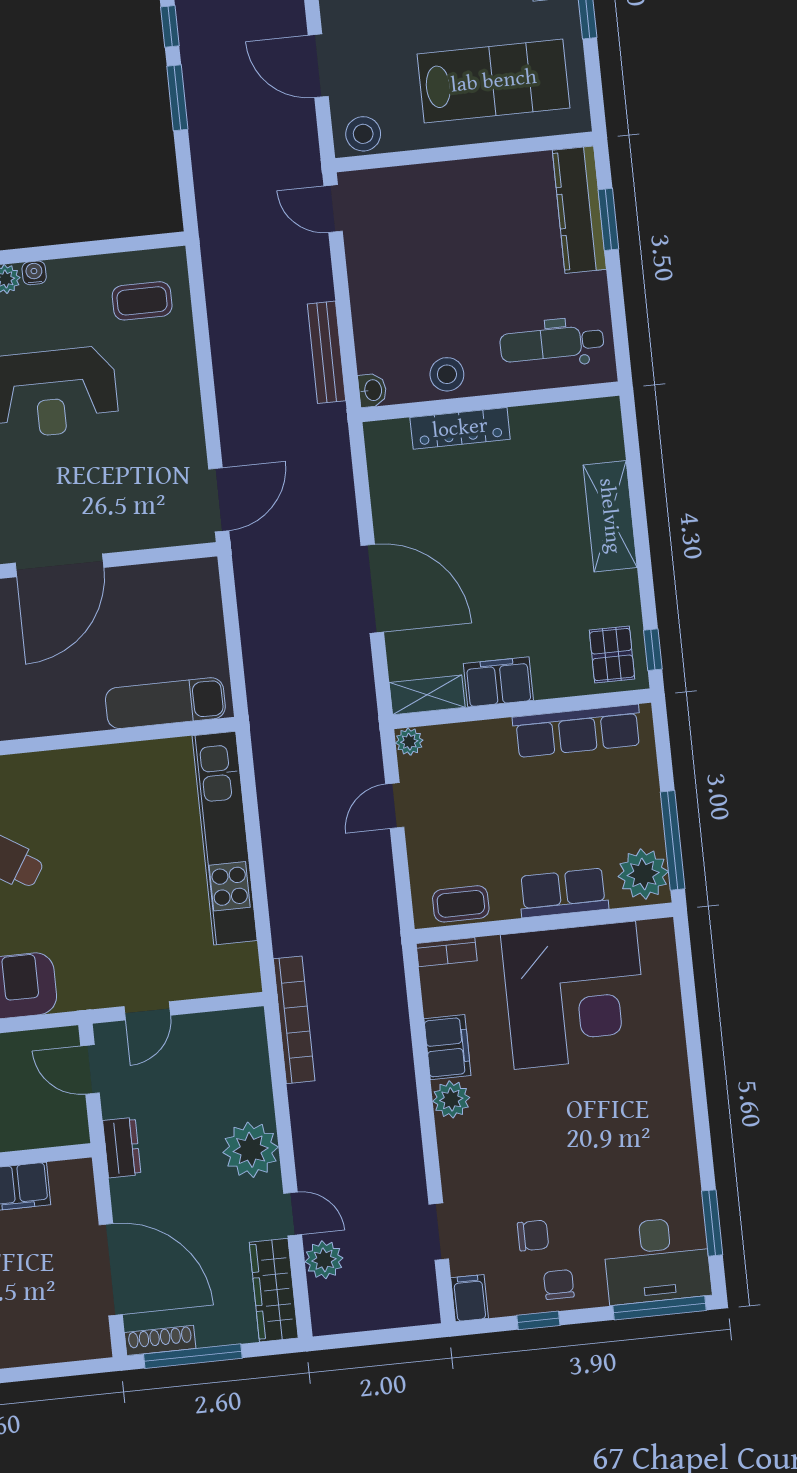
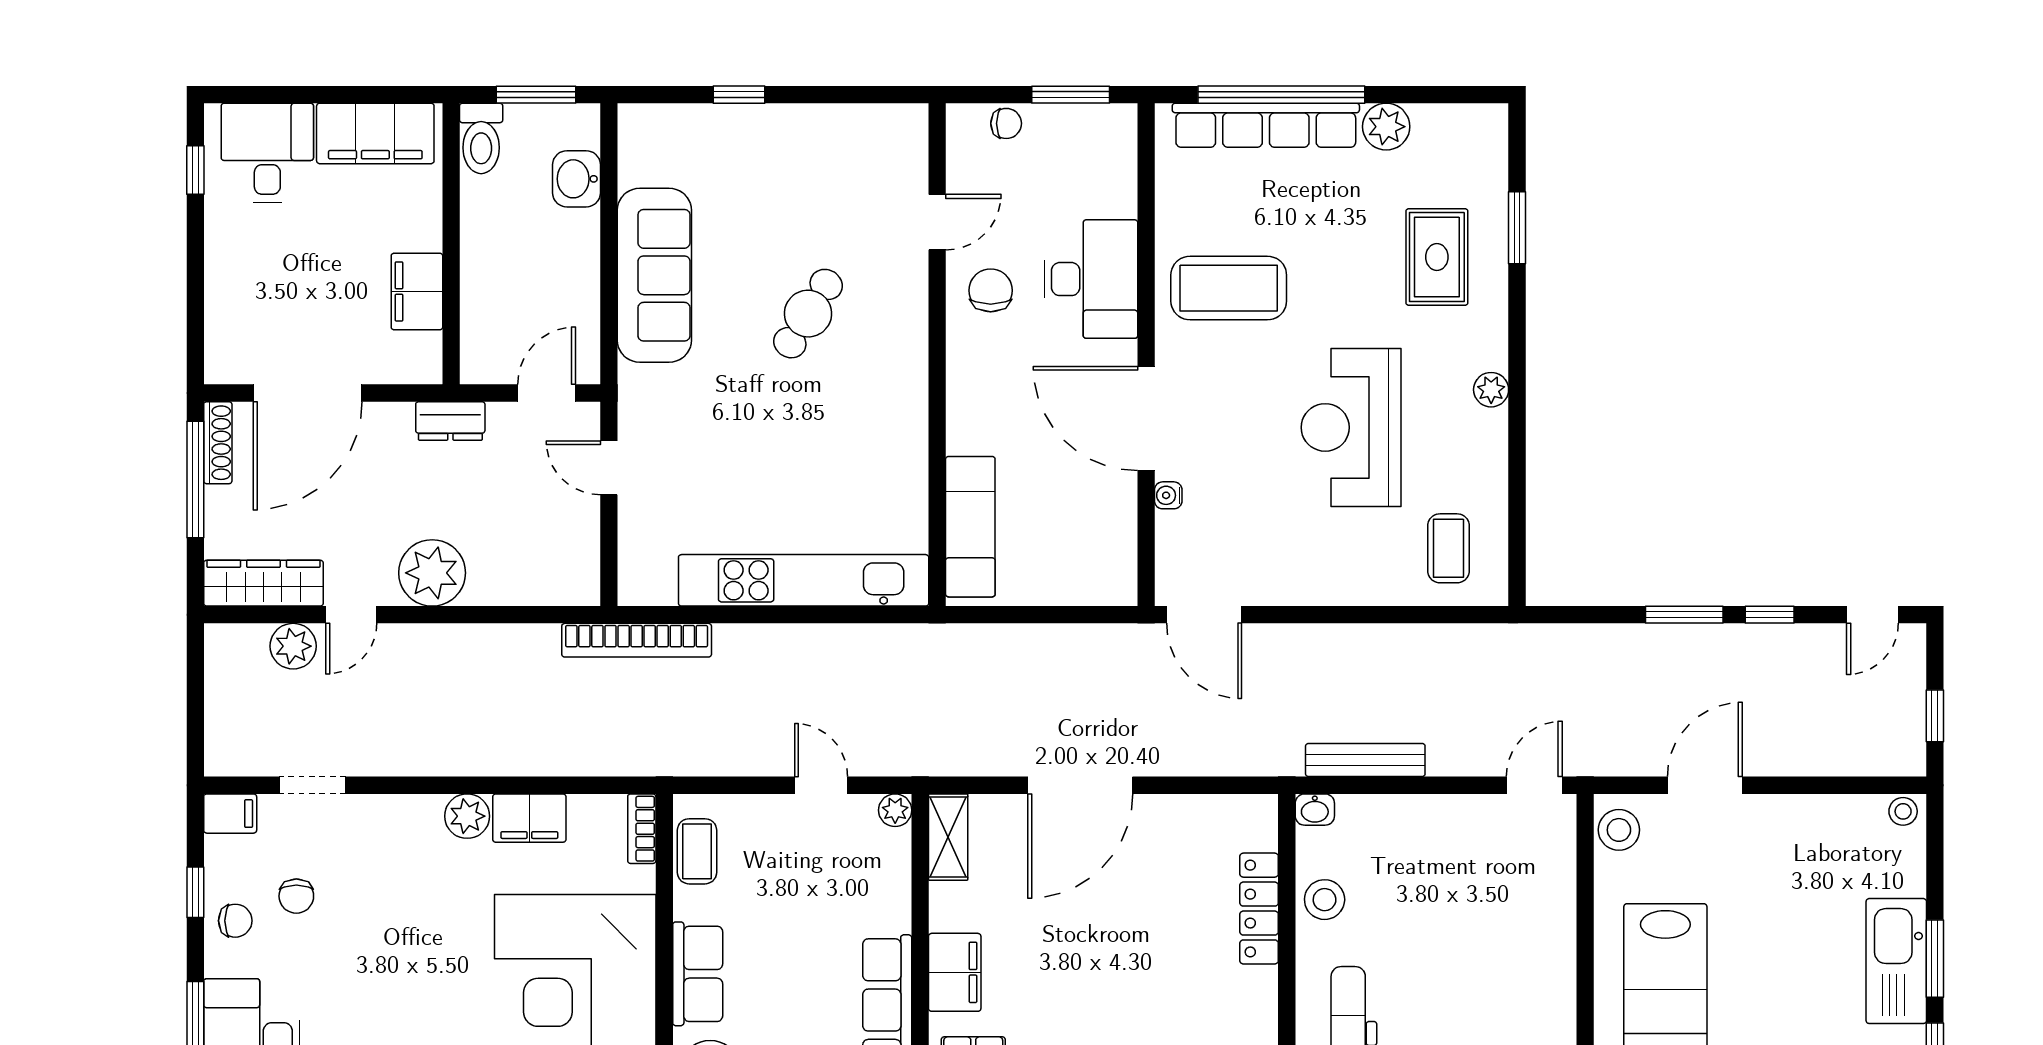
water cooler: (34, 273) -> (1168, 495), moved, turned 180
filing cabinet: (498, 682) -> (955, 972), moved
bookcase: (294, 1020) -> (637, 640), moved

